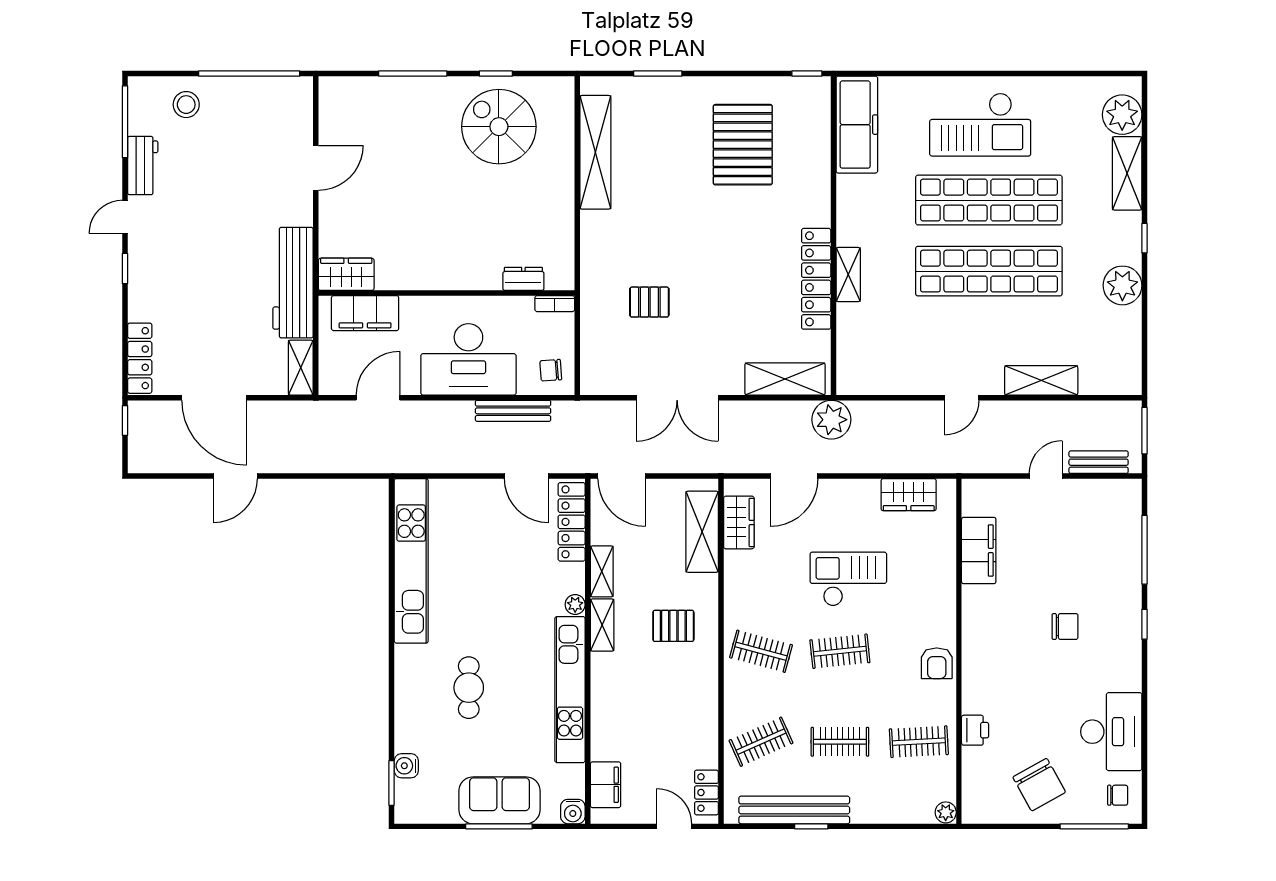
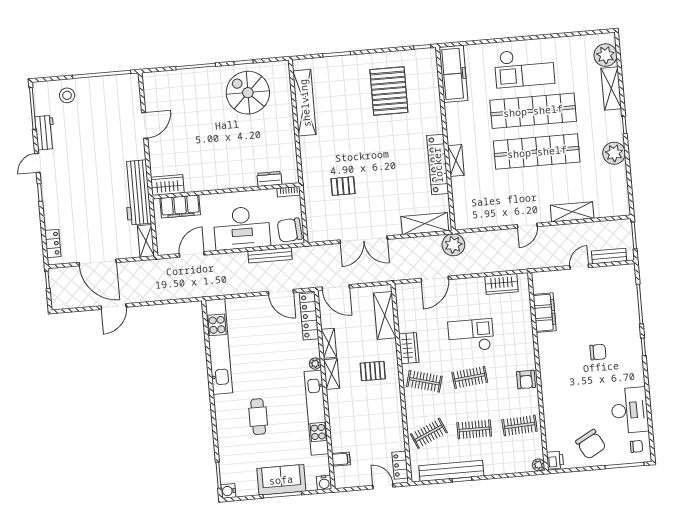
locker: (140, 358) -> (53, 243), width x0.66
chair: (551, 370) -> (290, 230), width x1.87, depth x1.87
wardrobe: (739, 522) -> (409, 348), moved
printer: (975, 730) -> (555, 460), moved
water cooler: (406, 766) -> (228, 491), moved
filing cabinet: (606, 785) -> (341, 459), width x0.50

